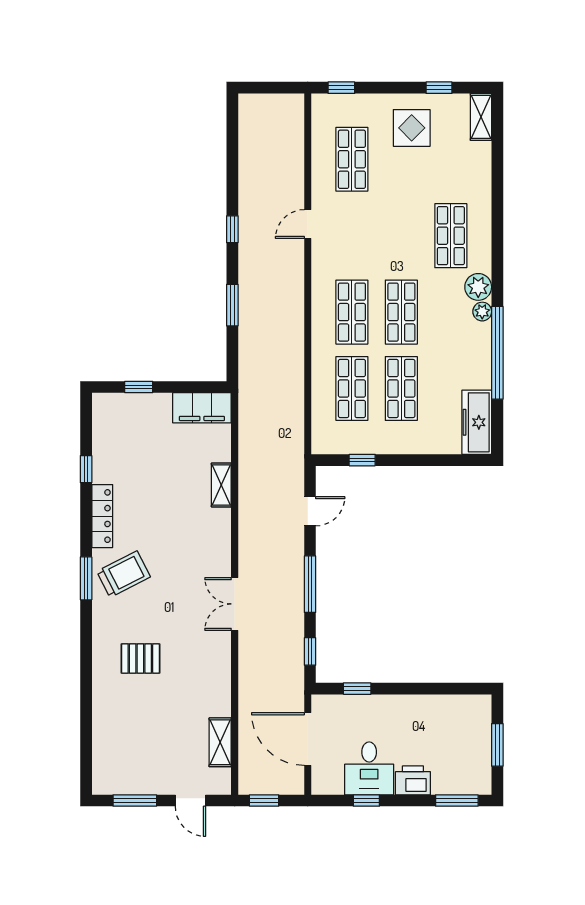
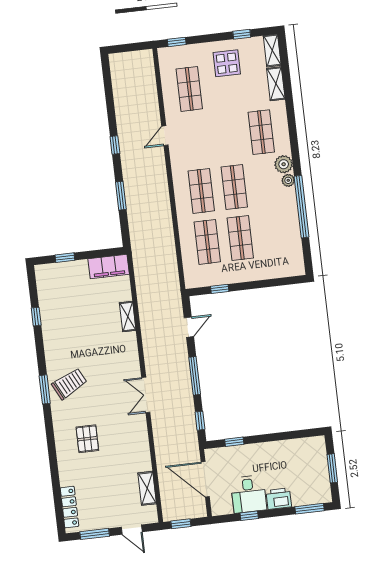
shelving: (481, 167) -> (276, 84), added
freezer: (477, 422) -> (293, 255), removed
locker: (102, 516) -> (69, 507), moved
pallet: (140, 659) -> (87, 439), turned 90

